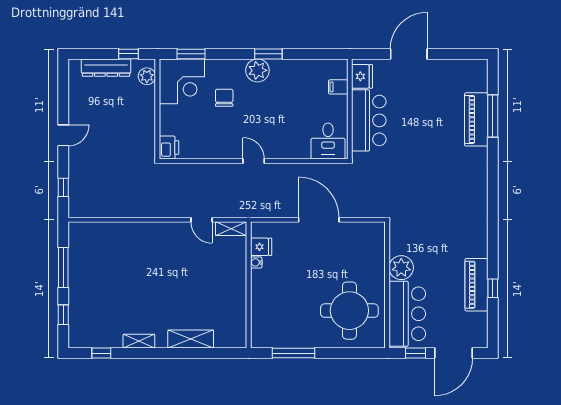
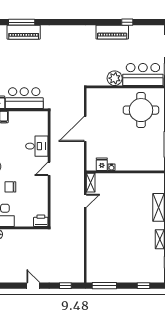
desk: (328, 141) -> (37, 146), moved
window: (63, 267) -> (104, 286), moved
piano: (476, 285) -> (112, 32), moved

